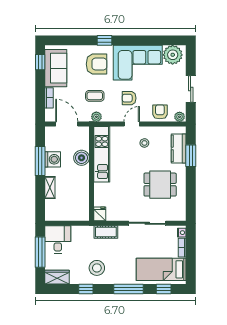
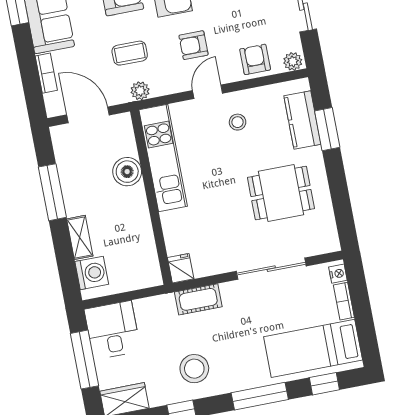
washing machine: (53, 159) -> (92, 273), moved

